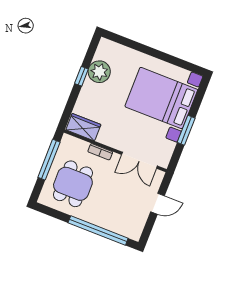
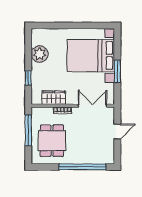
window: (81, 76) -> (28, 78), moved
wardrobe: (83, 127) -> (54, 98), moved
double door: (139, 160) -> (93, 106), swing flipped

